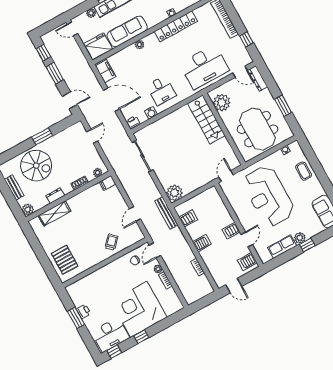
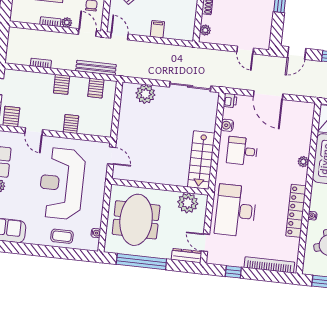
filing cabinet: (106, 71) -> (301, 109), removed
door: (240, 72) -> (206, 243), hinge flipped
door: (111, 100) -> (268, 95), hinge flipped
window: (283, 106) -> (141, 262), width x2.11
stairs: (206, 119) -> (201, 160), moved, turned -90
meeting table: (258, 129) -> (136, 220), turned 90
filing cabinet: (108, 183) -> (157, 29), moved
plant: (174, 193) -> (145, 94), moved
reception desk: (268, 196) -> (62, 184), turned -90
bench: (166, 213) -> (96, 68), moved
door: (135, 214) -> (119, 36), moved
server rack: (231, 231) -> (71, 124), moved

